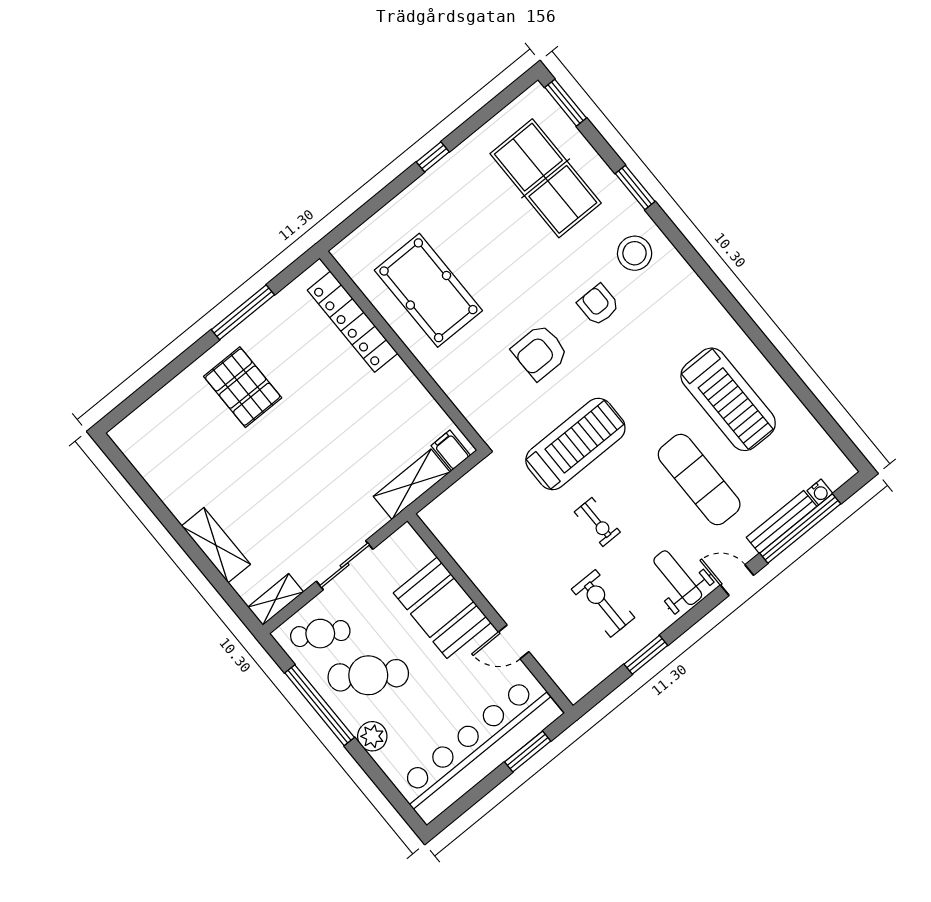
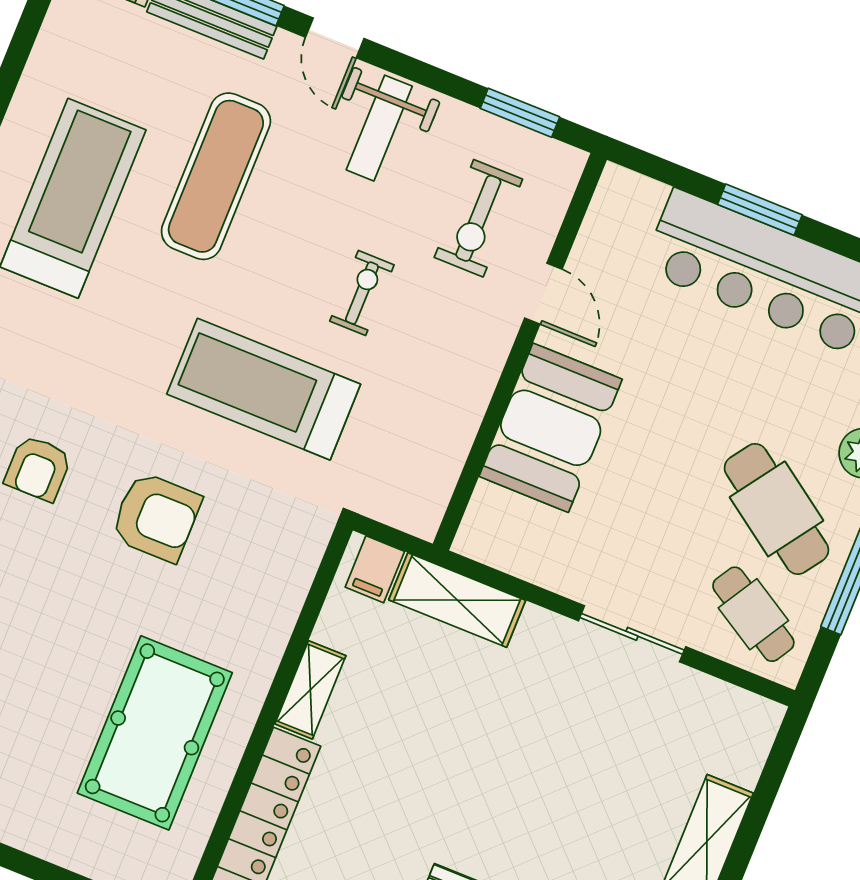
shelving: (276, 600) -> (310, 690), moved, turned 90
booth: (442, 608) -> (551, 428), moved
wall: (490, 613) -> (520, 352), moved
door: (514, 642) -> (543, 294), moved

